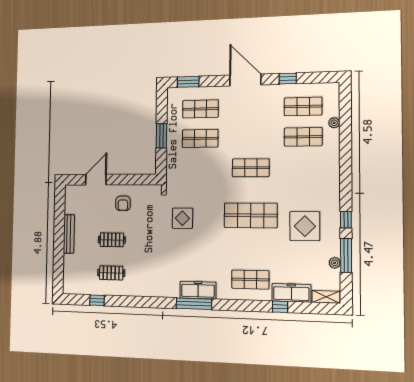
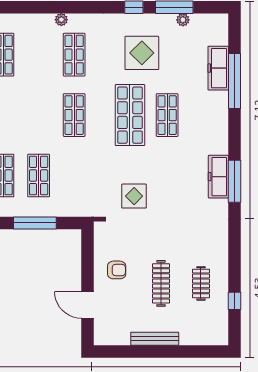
plant: (334, 123) -> (61, 20), moved
window: (161, 136) -> (35, 223), width x1.44
shop shelf: (303, 137) -> (74, 55), moved
clothes rail: (112, 240) -> (161, 283), width x1.36
shop shelf: (250, 279) -> (167, 115), moved
shelving: (326, 297) -> (221, 30), removed
window: (280, 307) -> (234, 81), width x3.17

